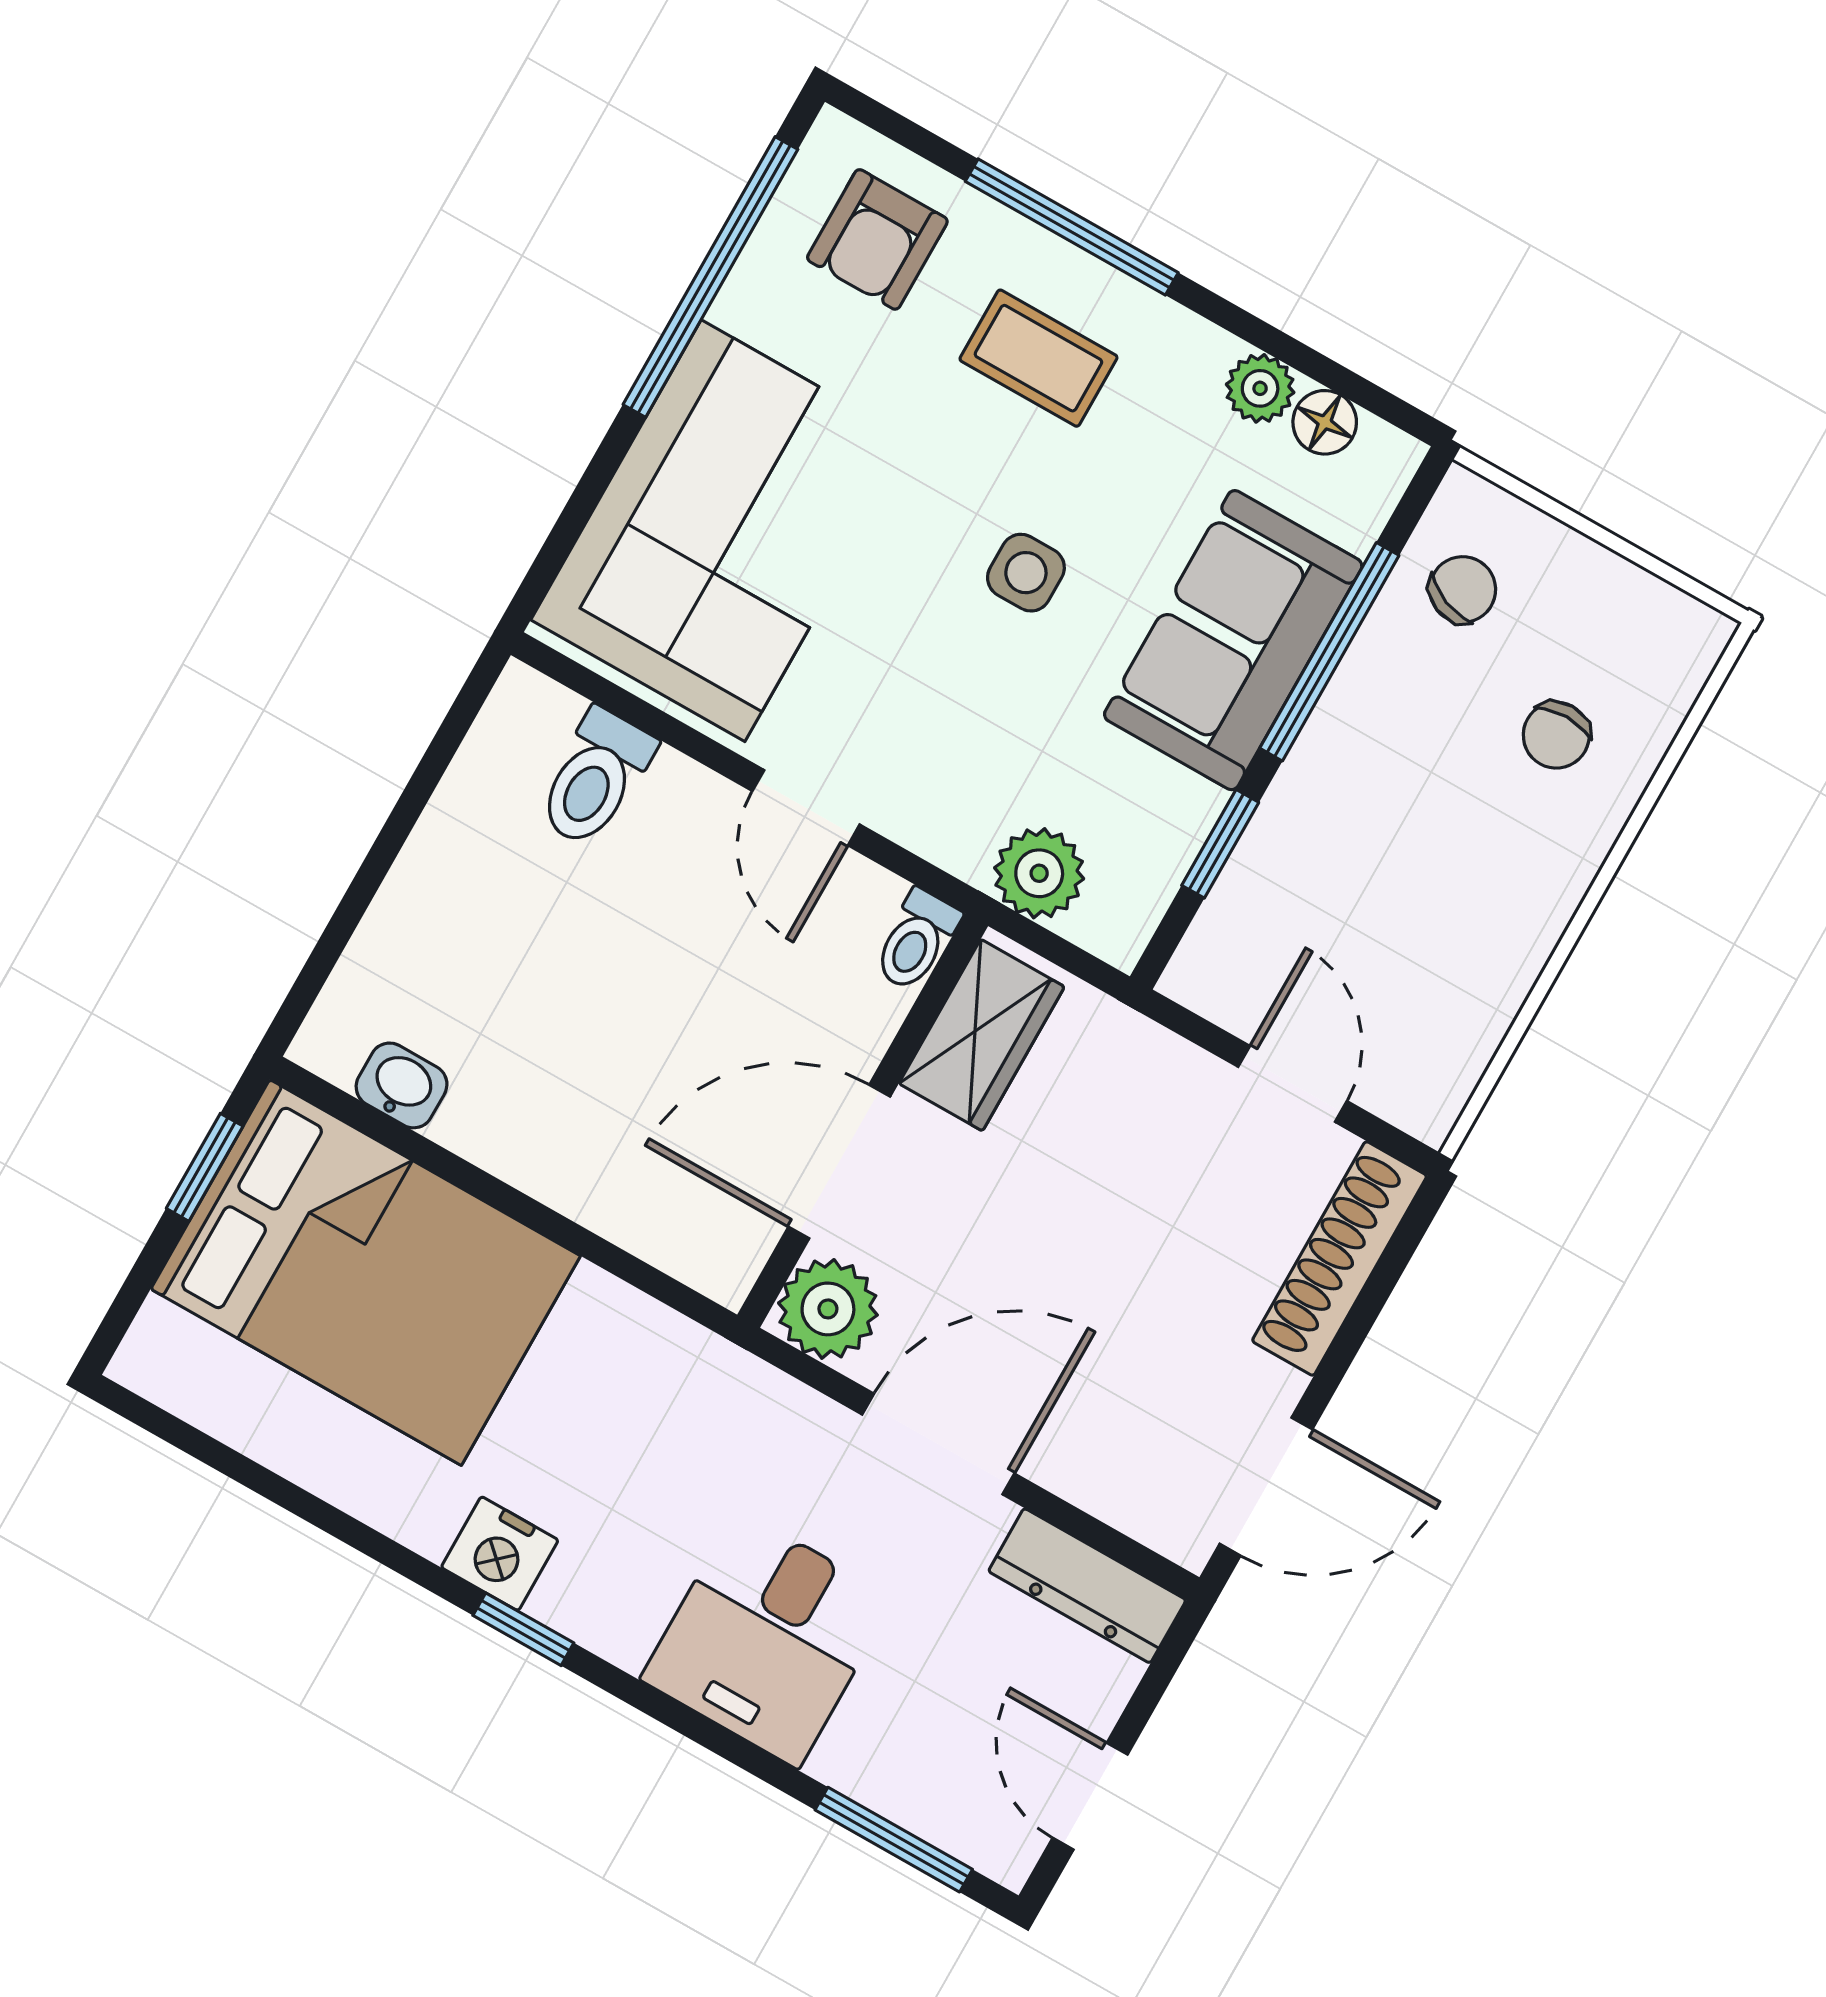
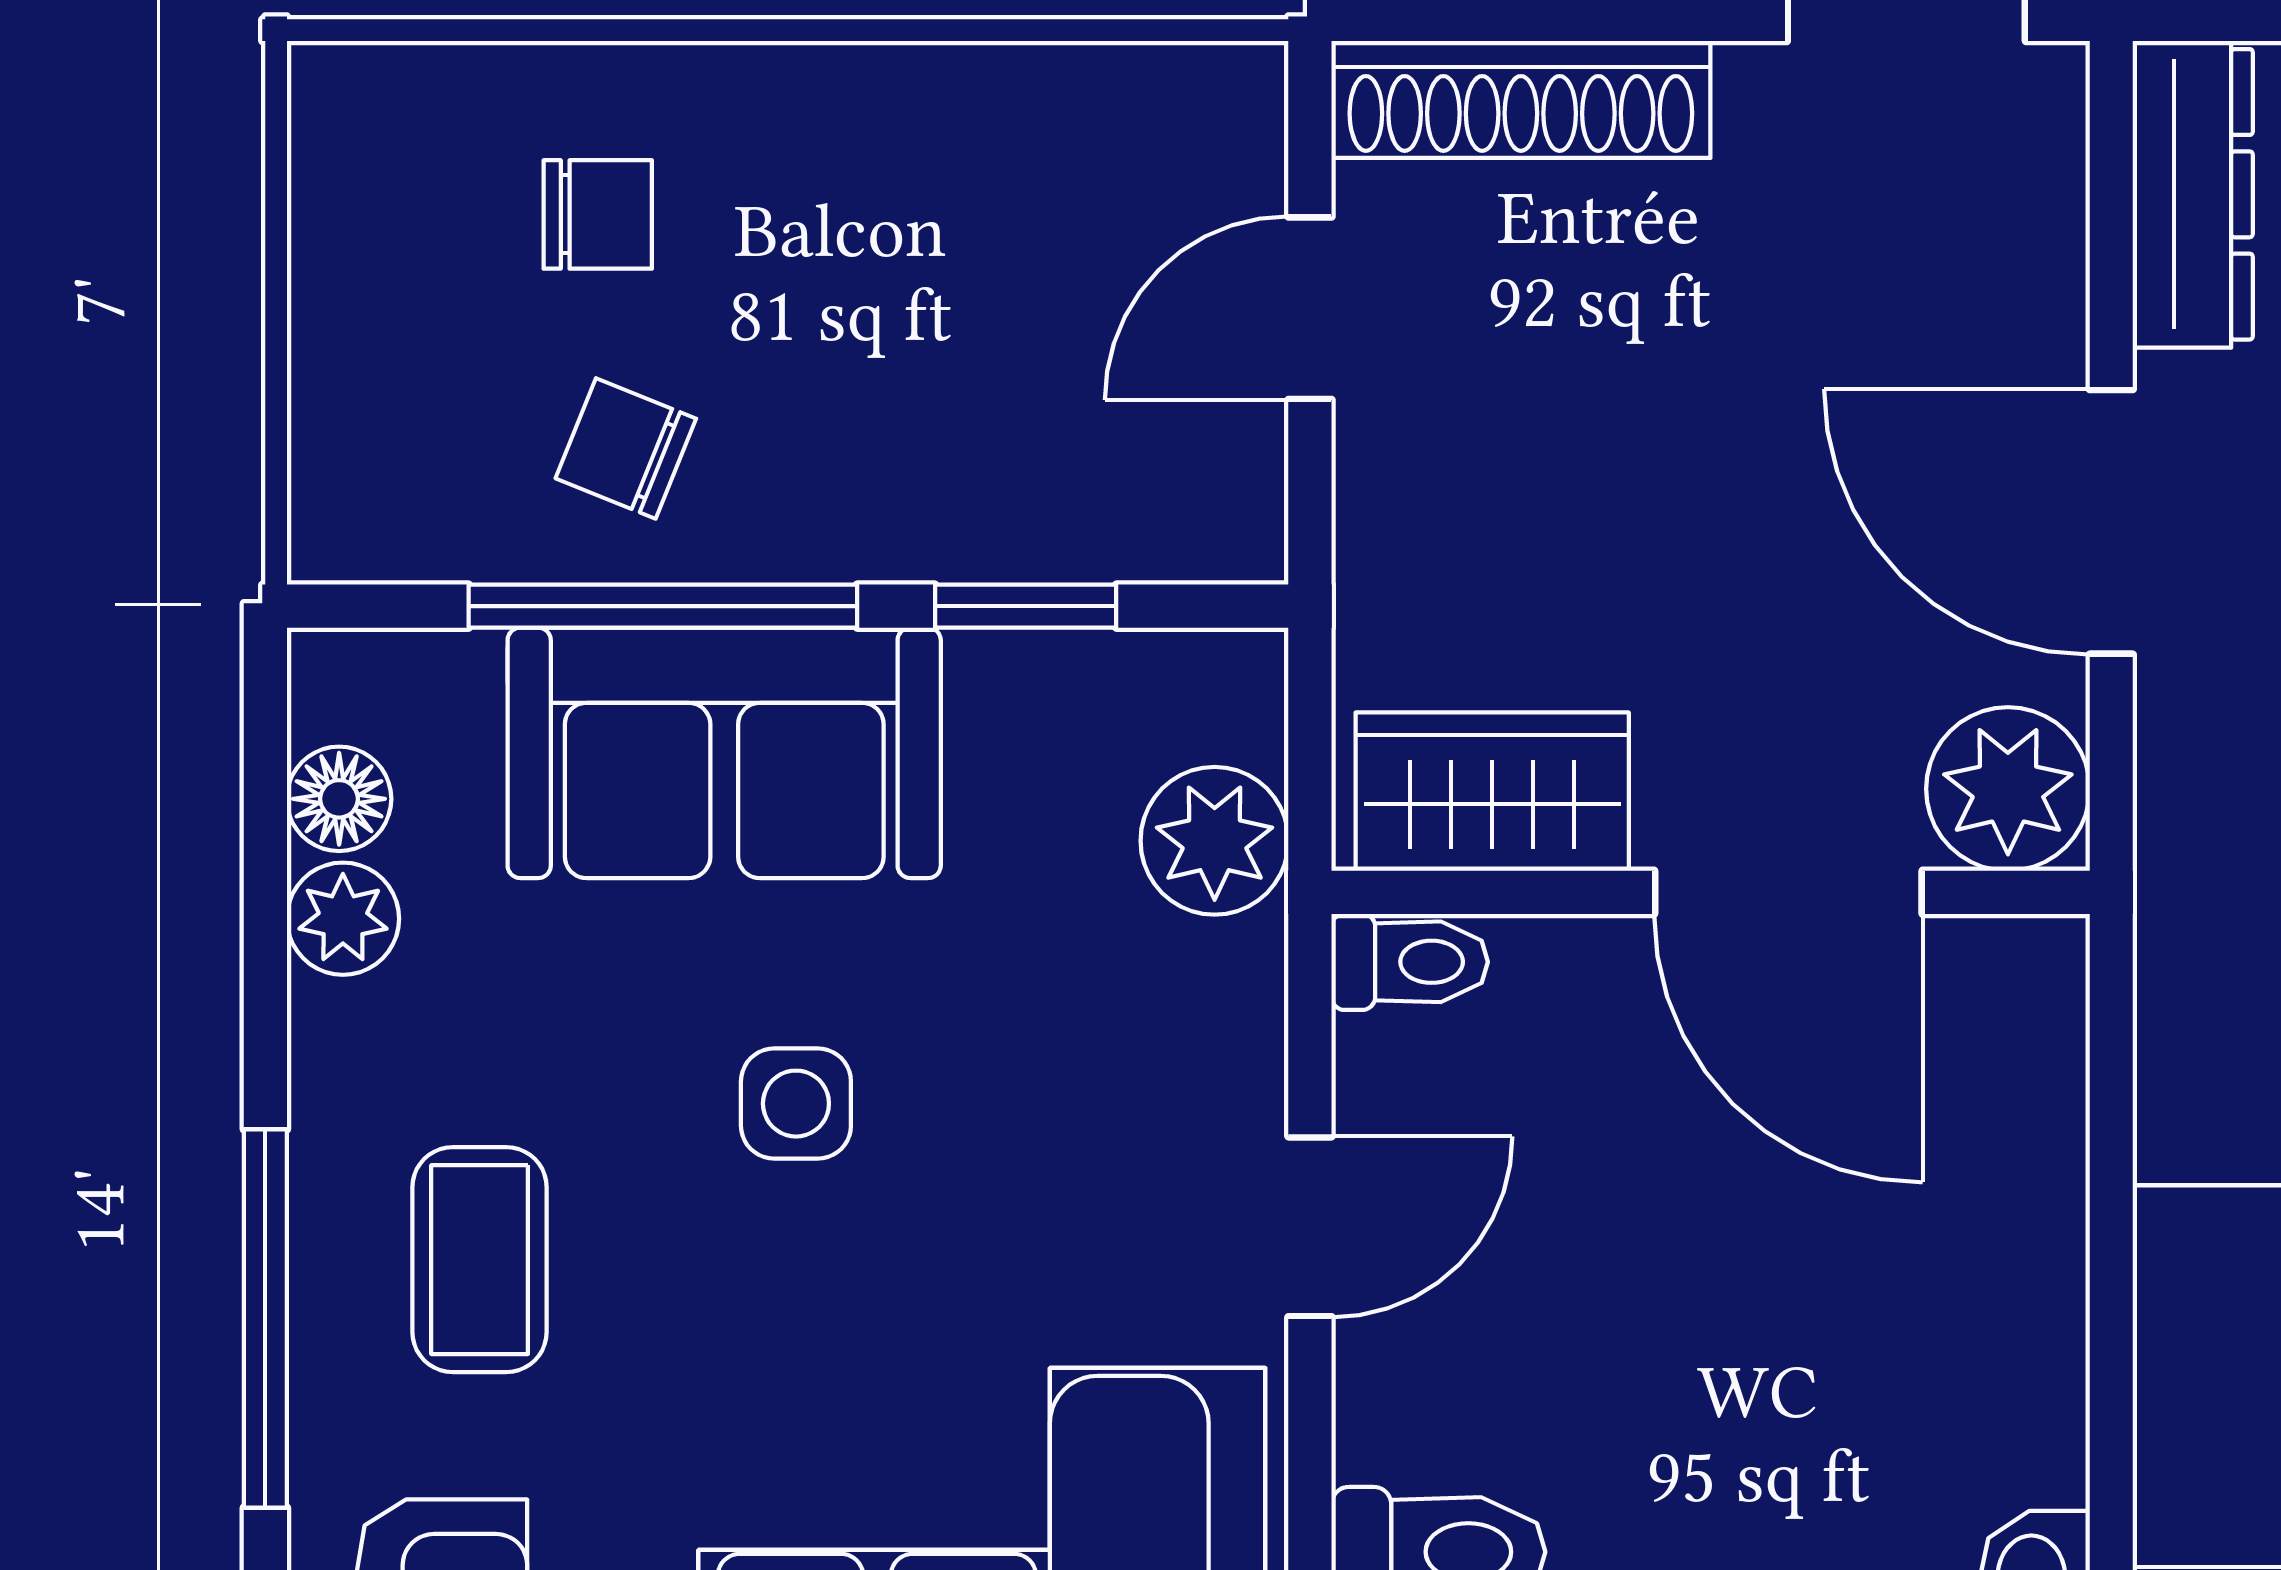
chair: (1463, 590) -> (626, 448), moved

